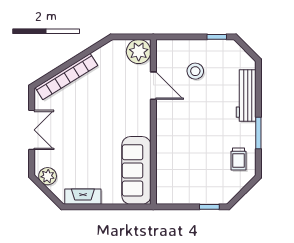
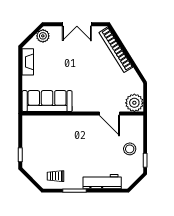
stool: (195, 71) -> (130, 149), moved
door: (153, 86) -> (109, 114), hinge flipped

